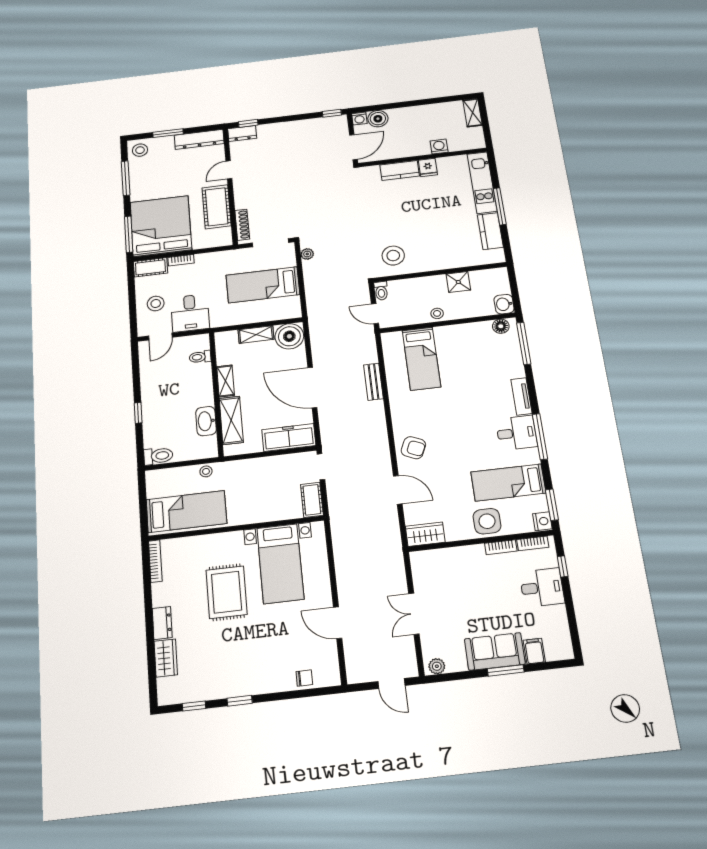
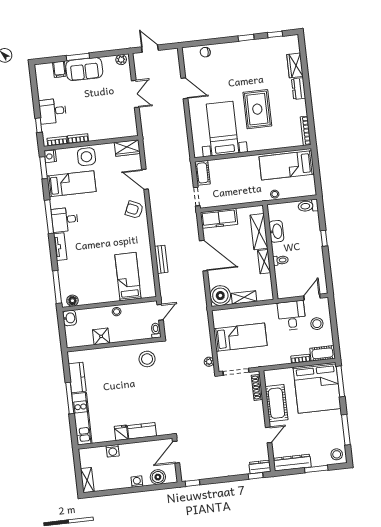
washing machine: (359, 119) -> (137, 482), moved
door: (375, 314) -> (160, 312), hinge flipped
toilet: (200, 357) -> (281, 260), moved

